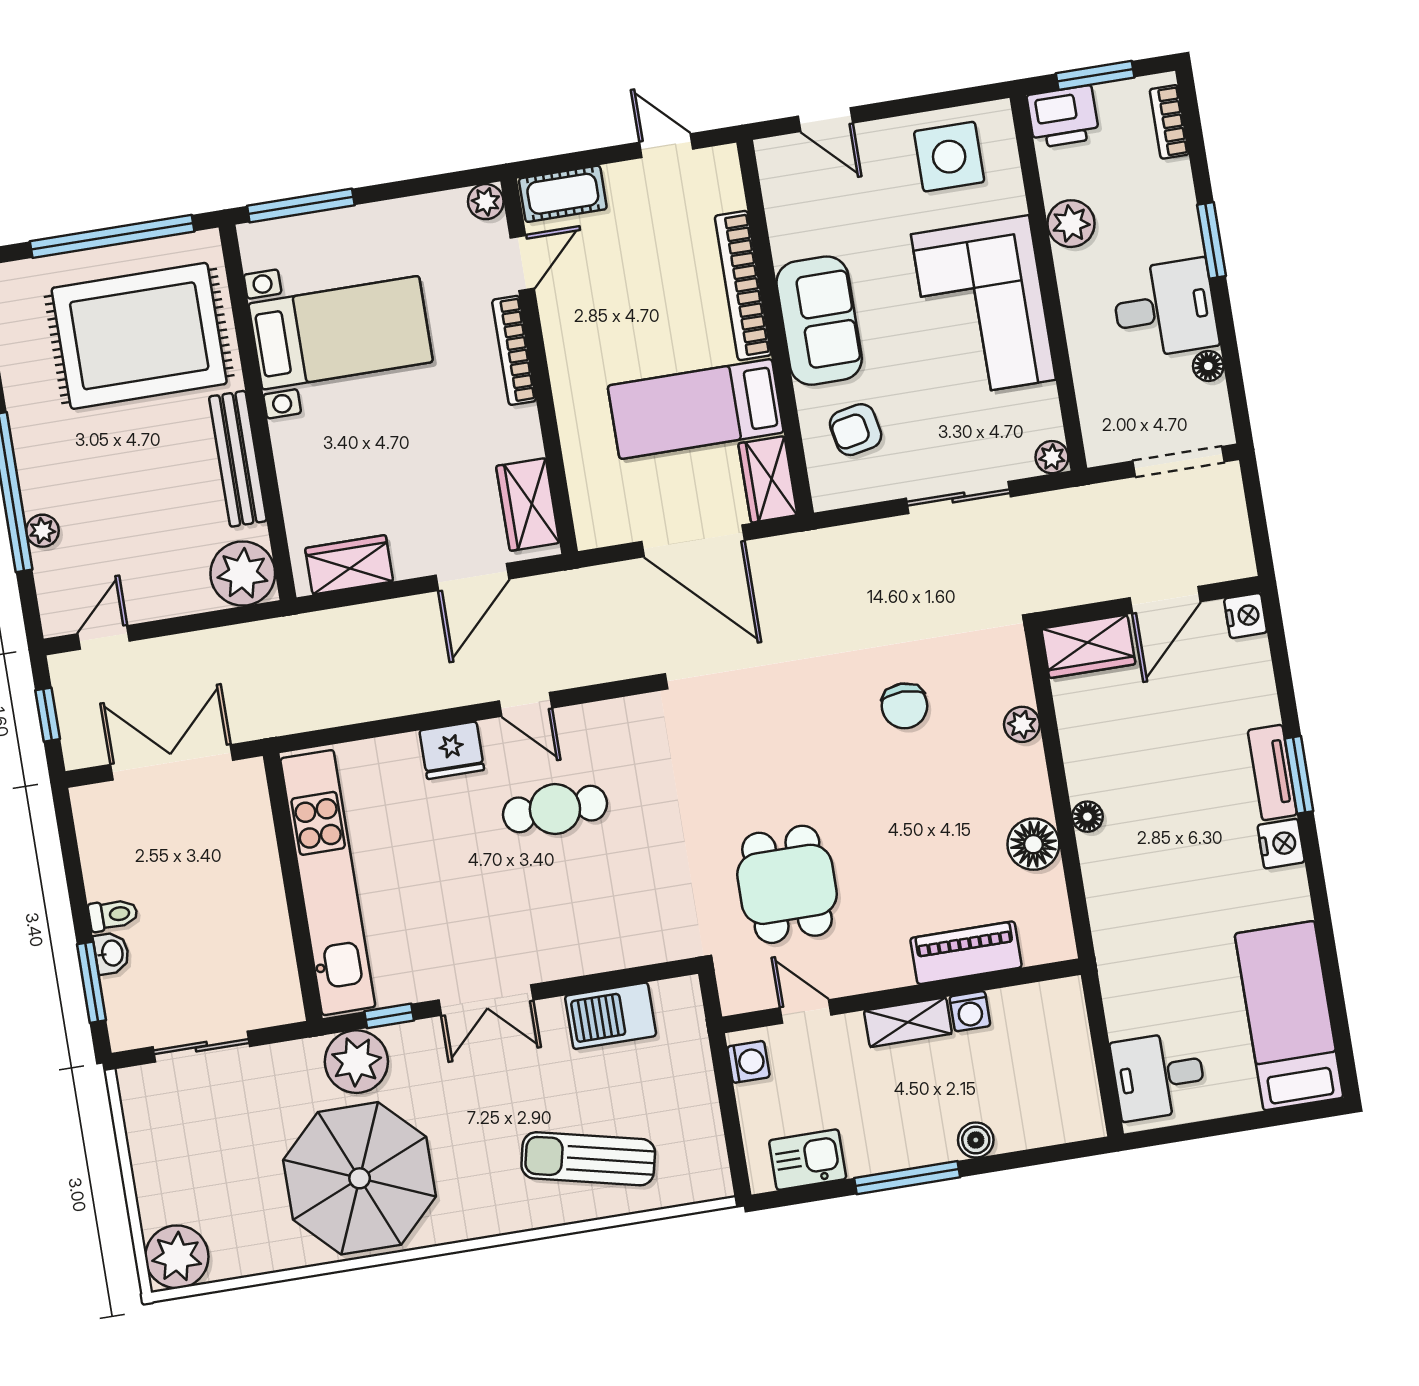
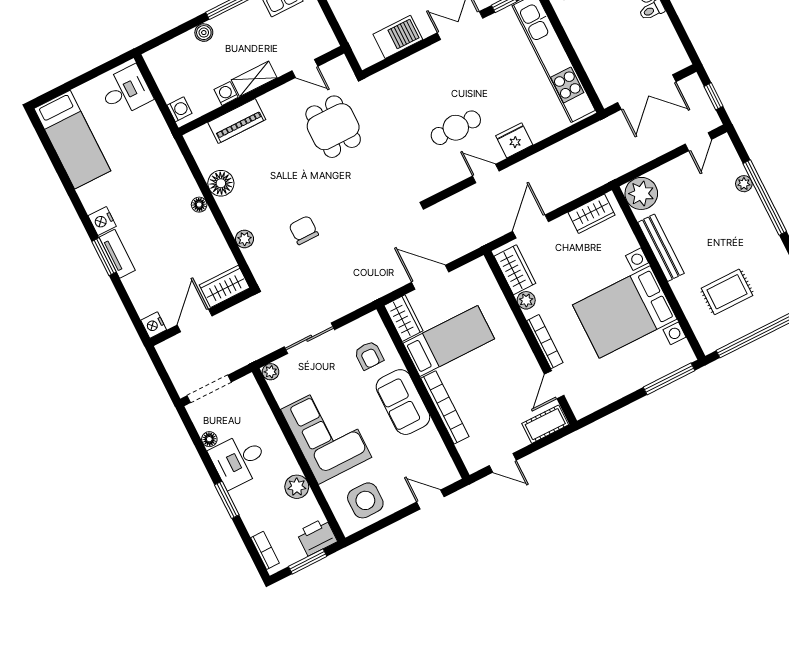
plant: (486, 202) -> (526, 300), moved
bed with nightstands: (341, 333) -> (625, 312), width x1.36
rug: (139, 336) -> (727, 292), width x0.54, depth x0.49
armchair: (856, 430) -> (369, 355), turned 101
door: (693, 541) -> (430, 277), width x0.73
washing machine: (748, 1062) -> (180, 109), moved, turned 180

